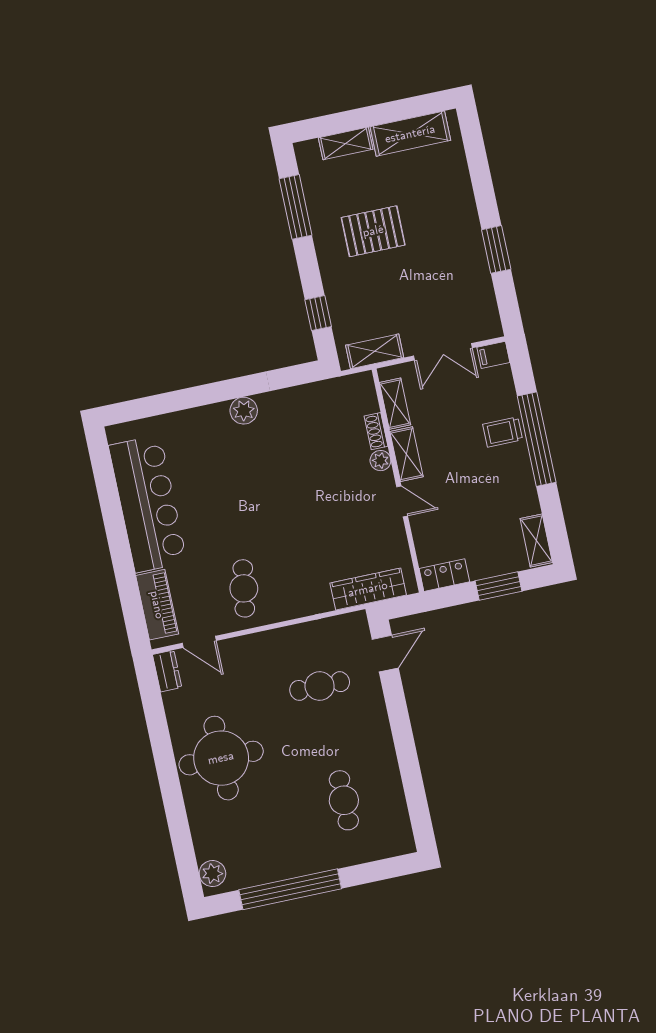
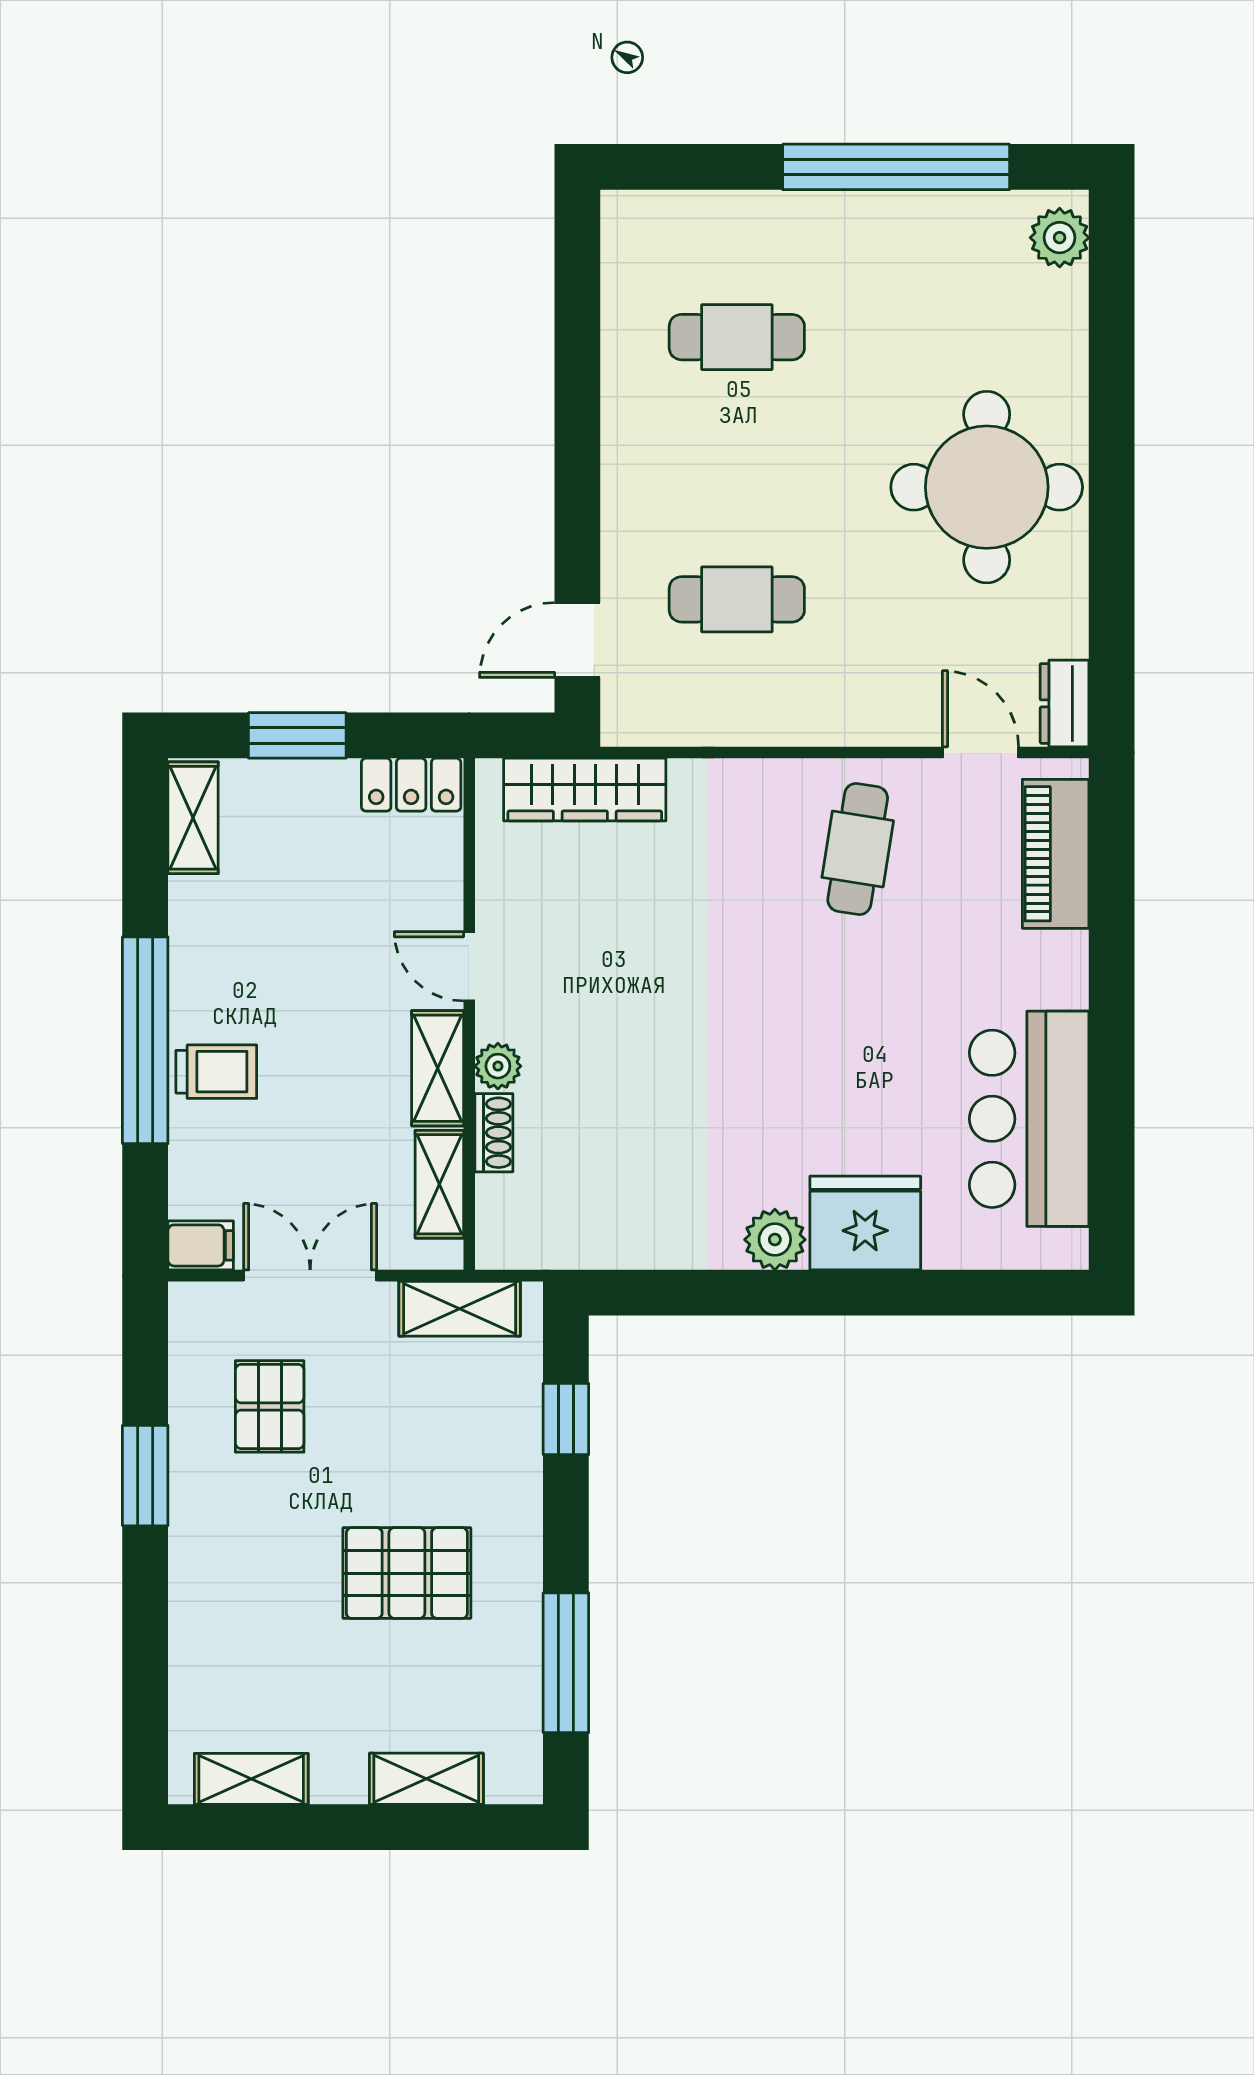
shelving: (410, 134) -> (251, 1779), width x0.67, depth x0.75
pallet: (448, 291) -> (270, 1406), added
fridge: (206, 426) -> (865, 1223), added
bar counter: (148, 504) -> (1029, 1119), width x0.73
cafe table: (344, 800) -> (737, 337), turned 90

